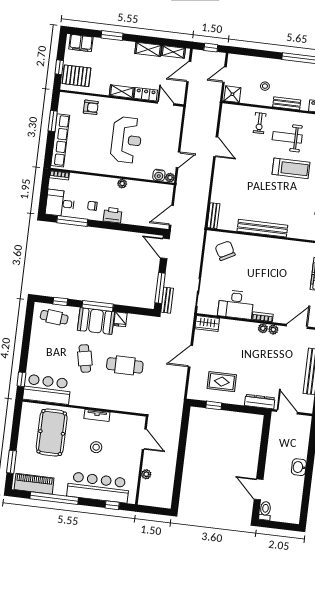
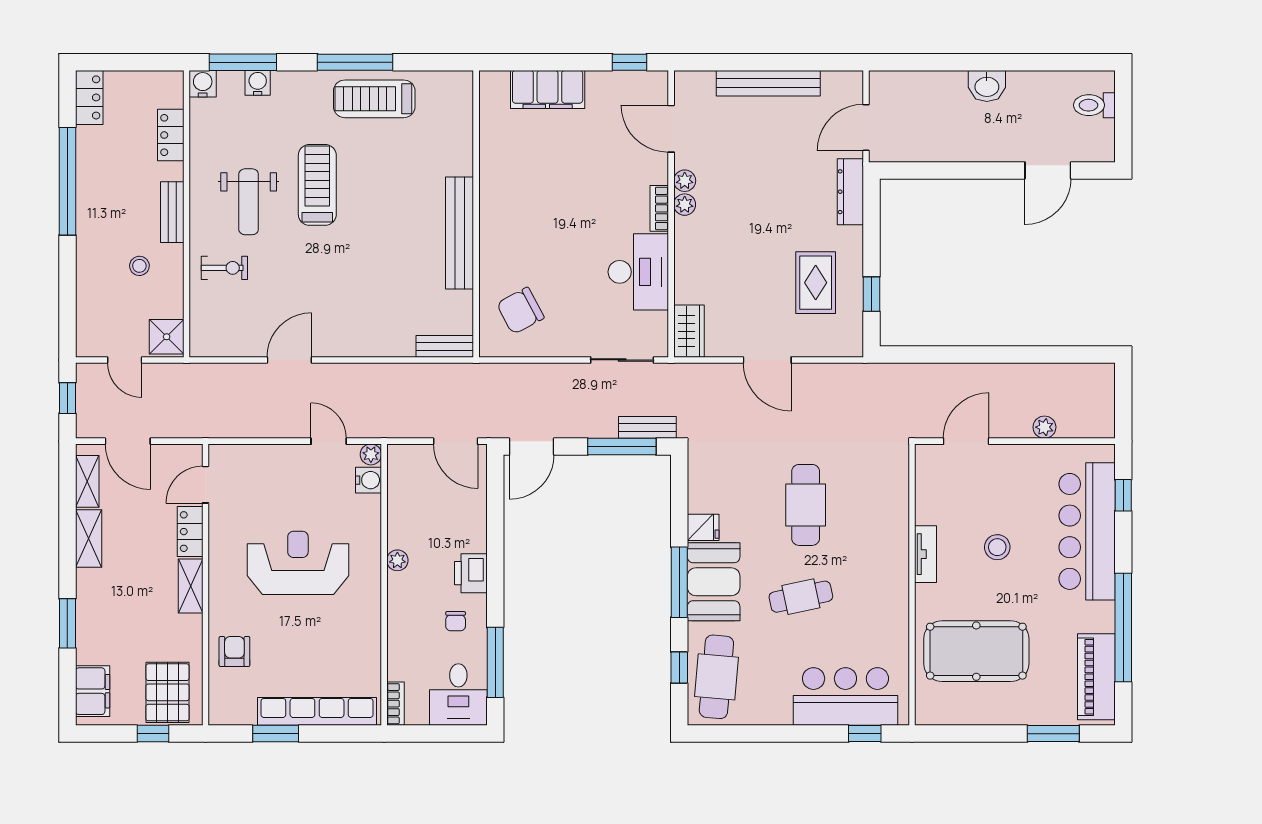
cafe table: (54, 317) -> (716, 677), width x1.37, depth x1.35
bar counter: (47, 389) -> (845, 696), moved, turned 90
toilet: (265, 511) -> (1094, 105), moved

